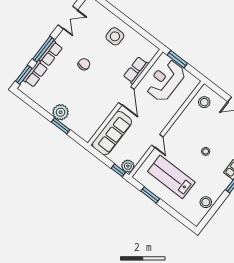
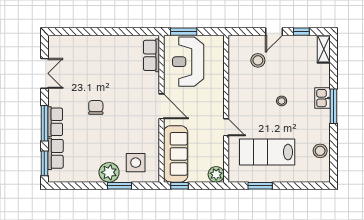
side table: (115, 36) -> (136, 163), moved
row of seats: (136, 70) -> (152, 55), moved
stool: (204, 102) -> (258, 60), moved
window: (118, 170) -> (180, 186), moved

